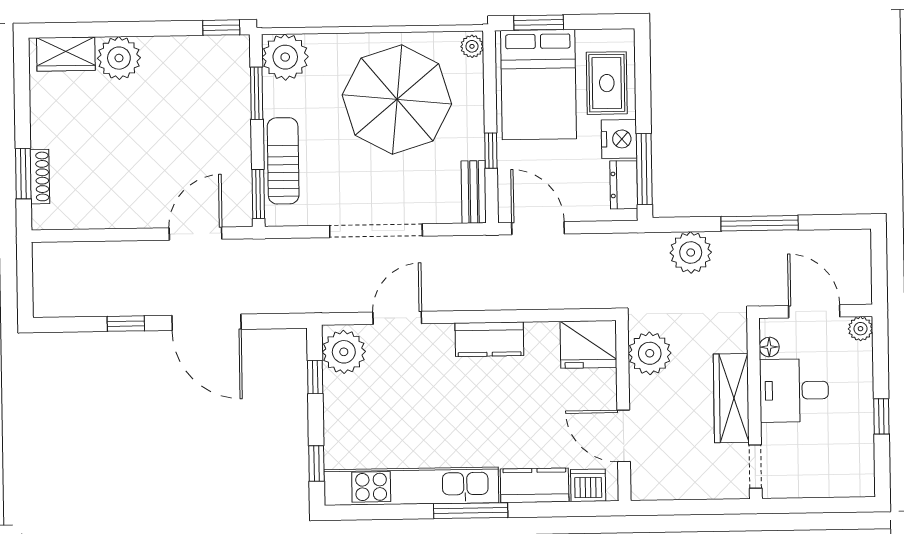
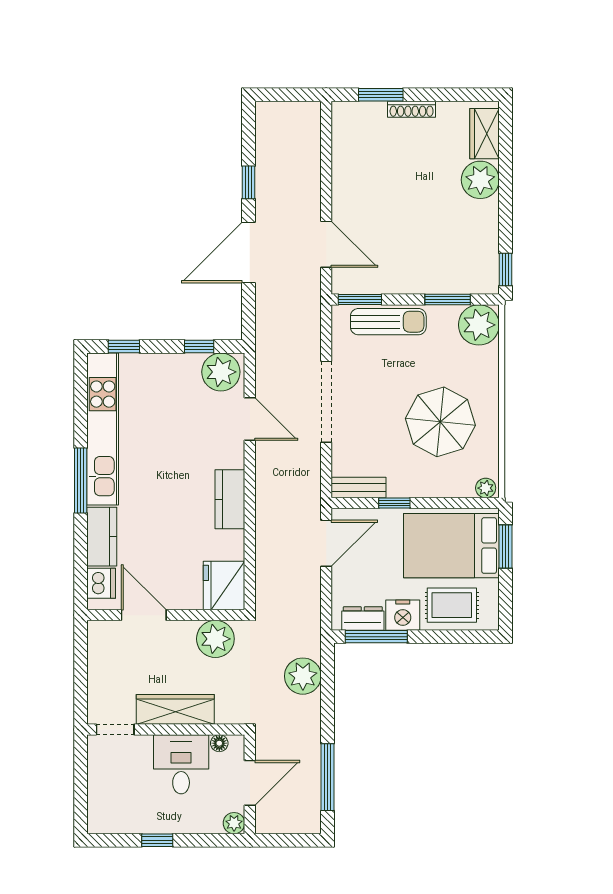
parasol: (397, 99) -> (440, 422), width x0.73, depth x0.73
shoe rack: (40, 177) -> (412, 109), moved
window: (760, 223) -> (327, 777), moved
door: (624, 436) -> (144, 615), hinge flipped

